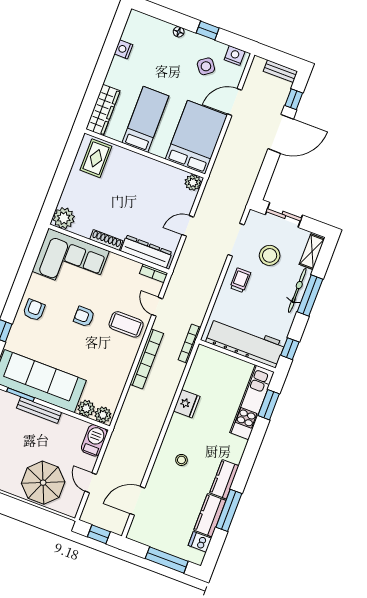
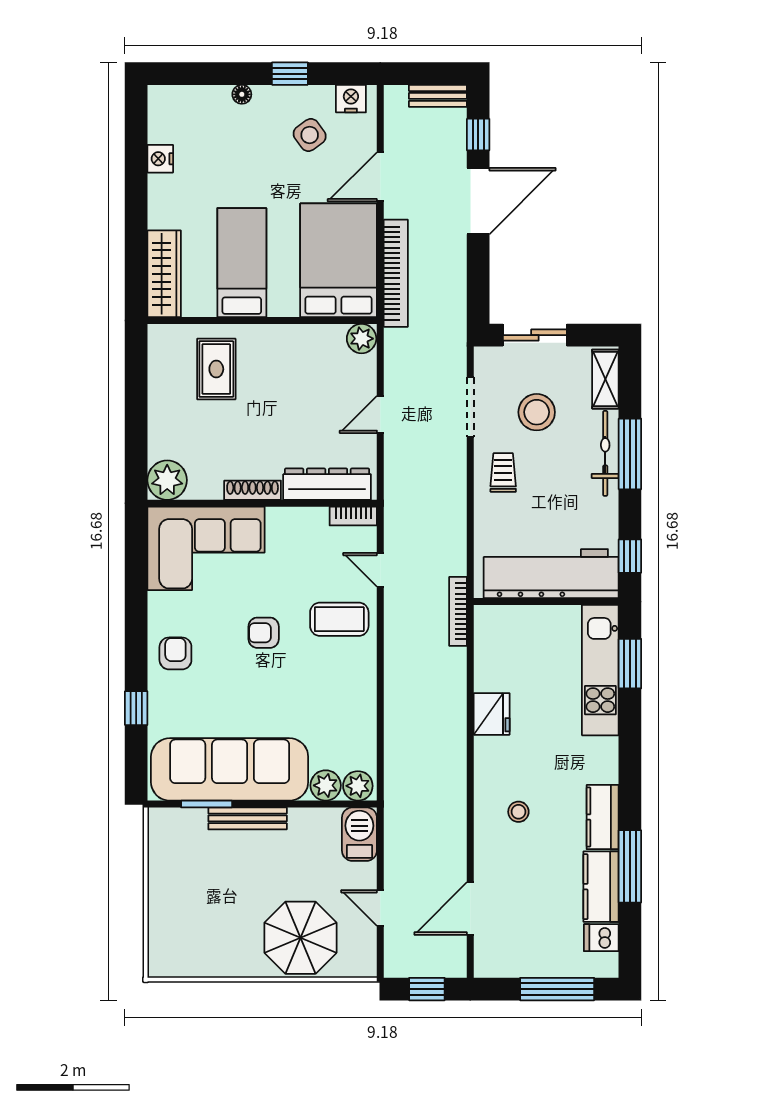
rug: (96, 158) -> (216, 369), moved
bookcase: (147, 359) -> (396, 273), moved

